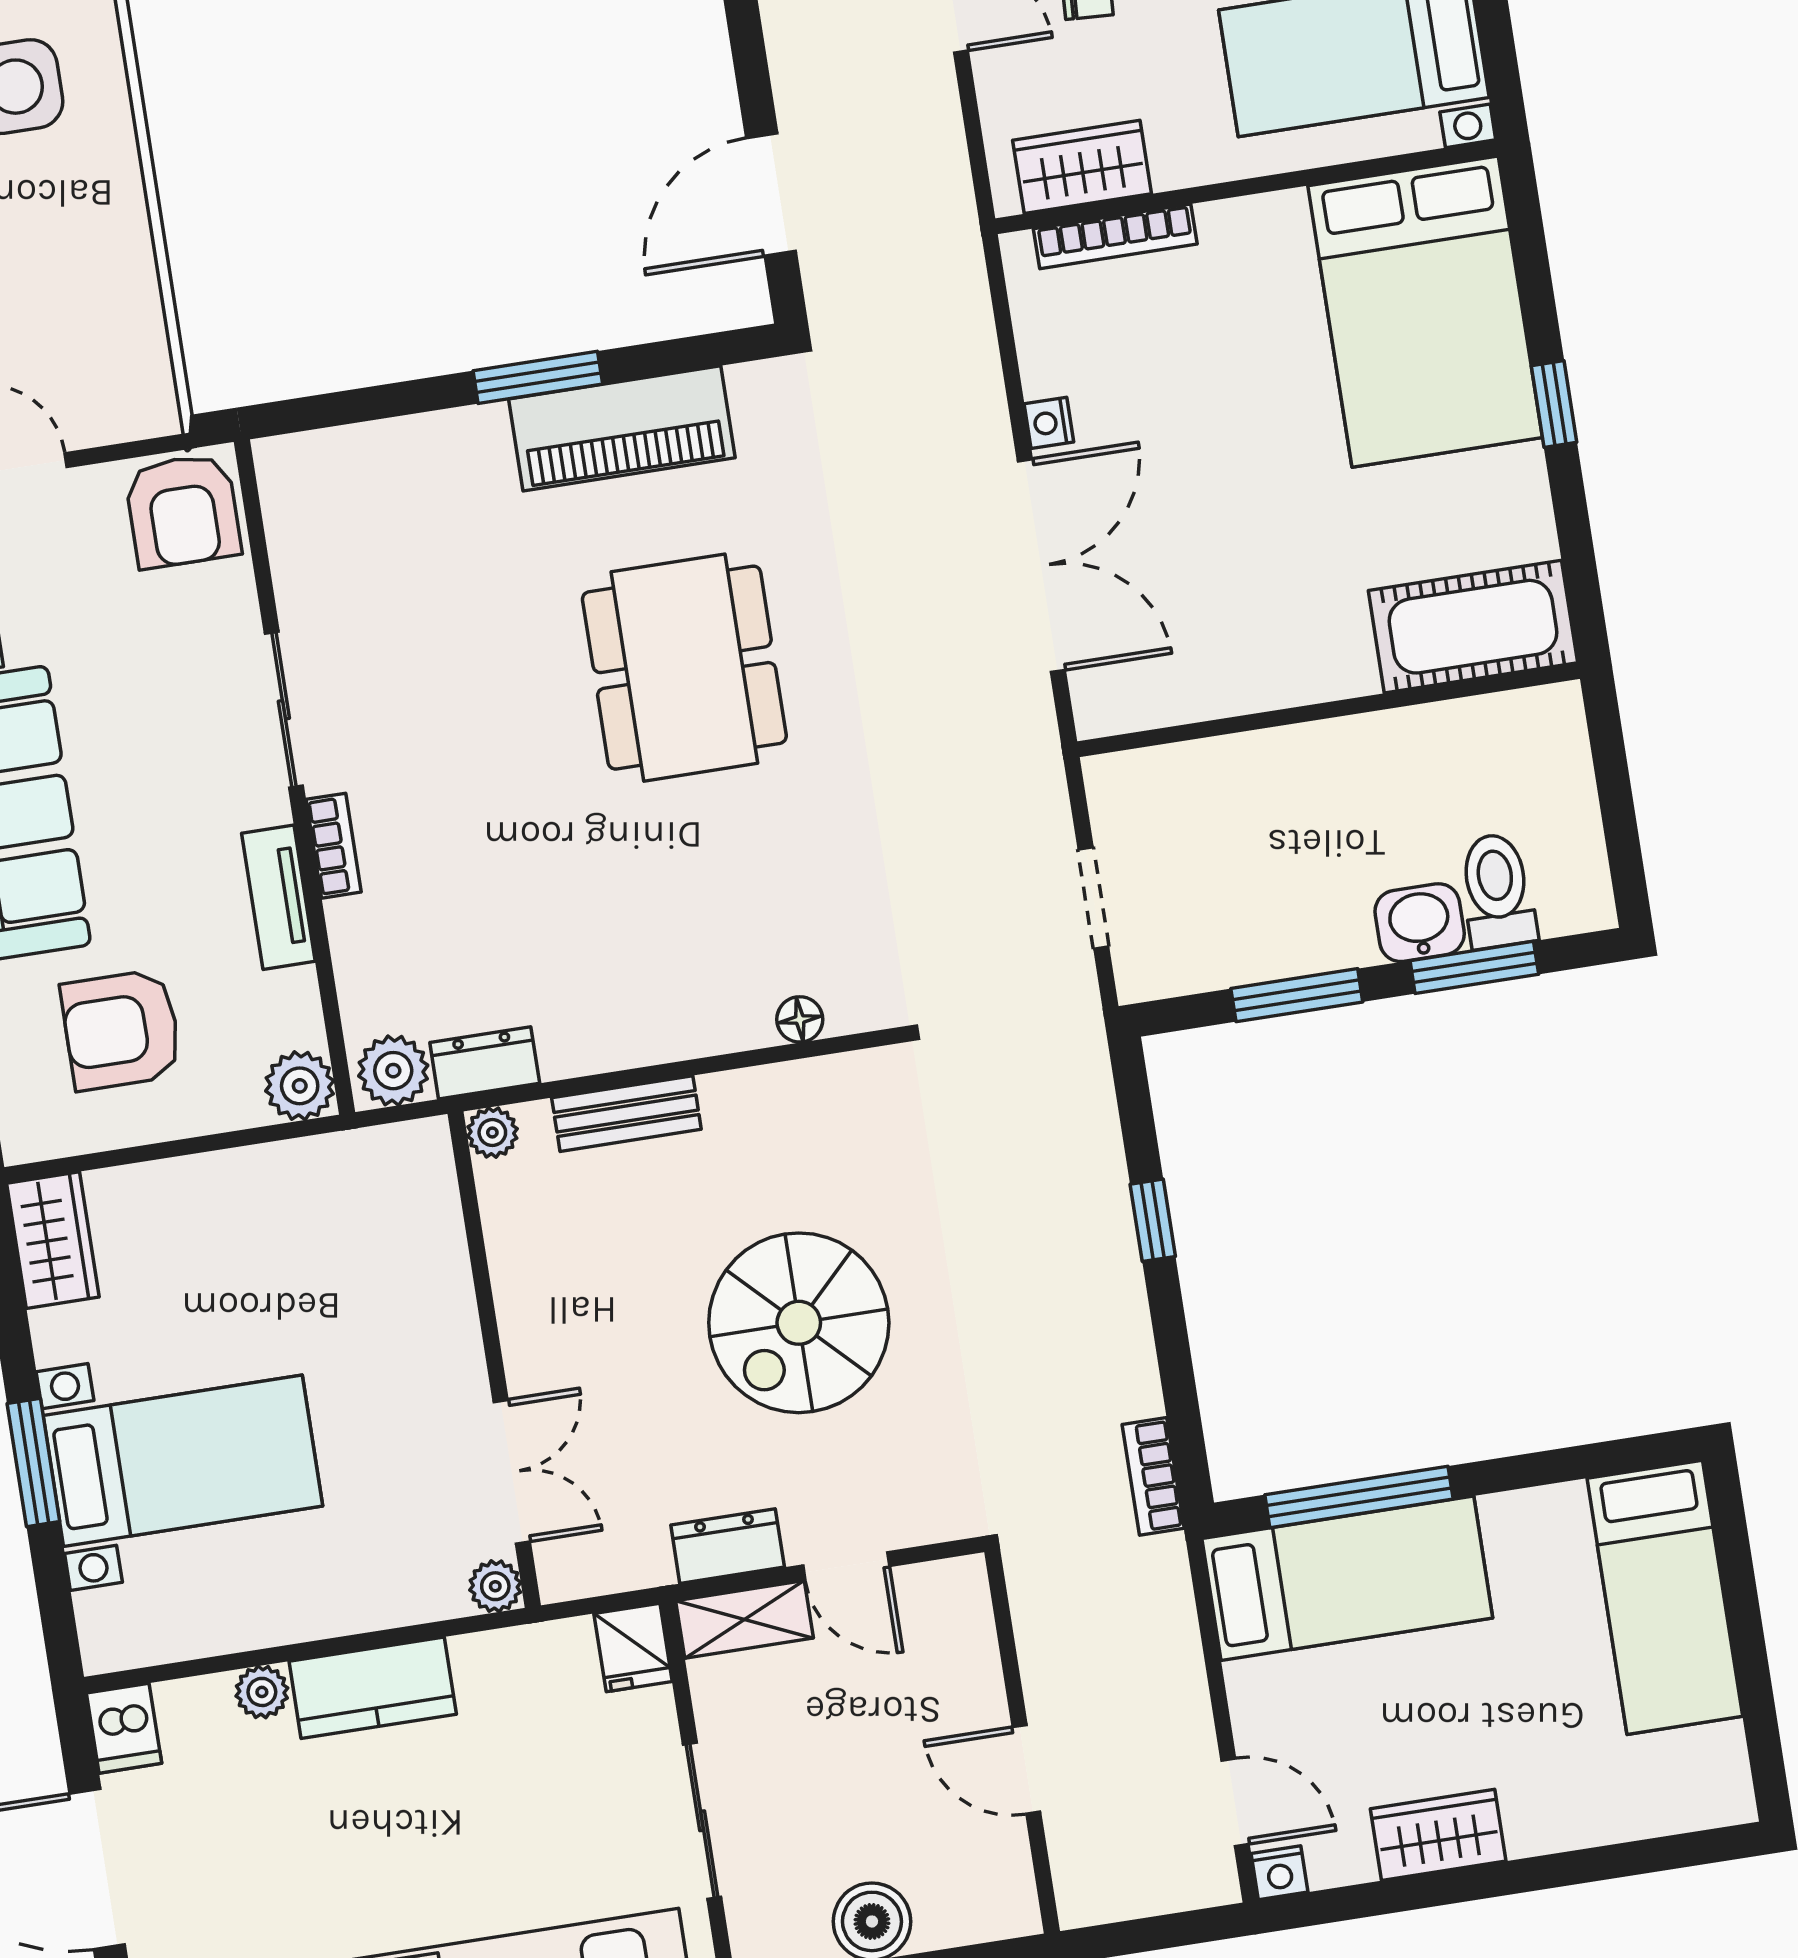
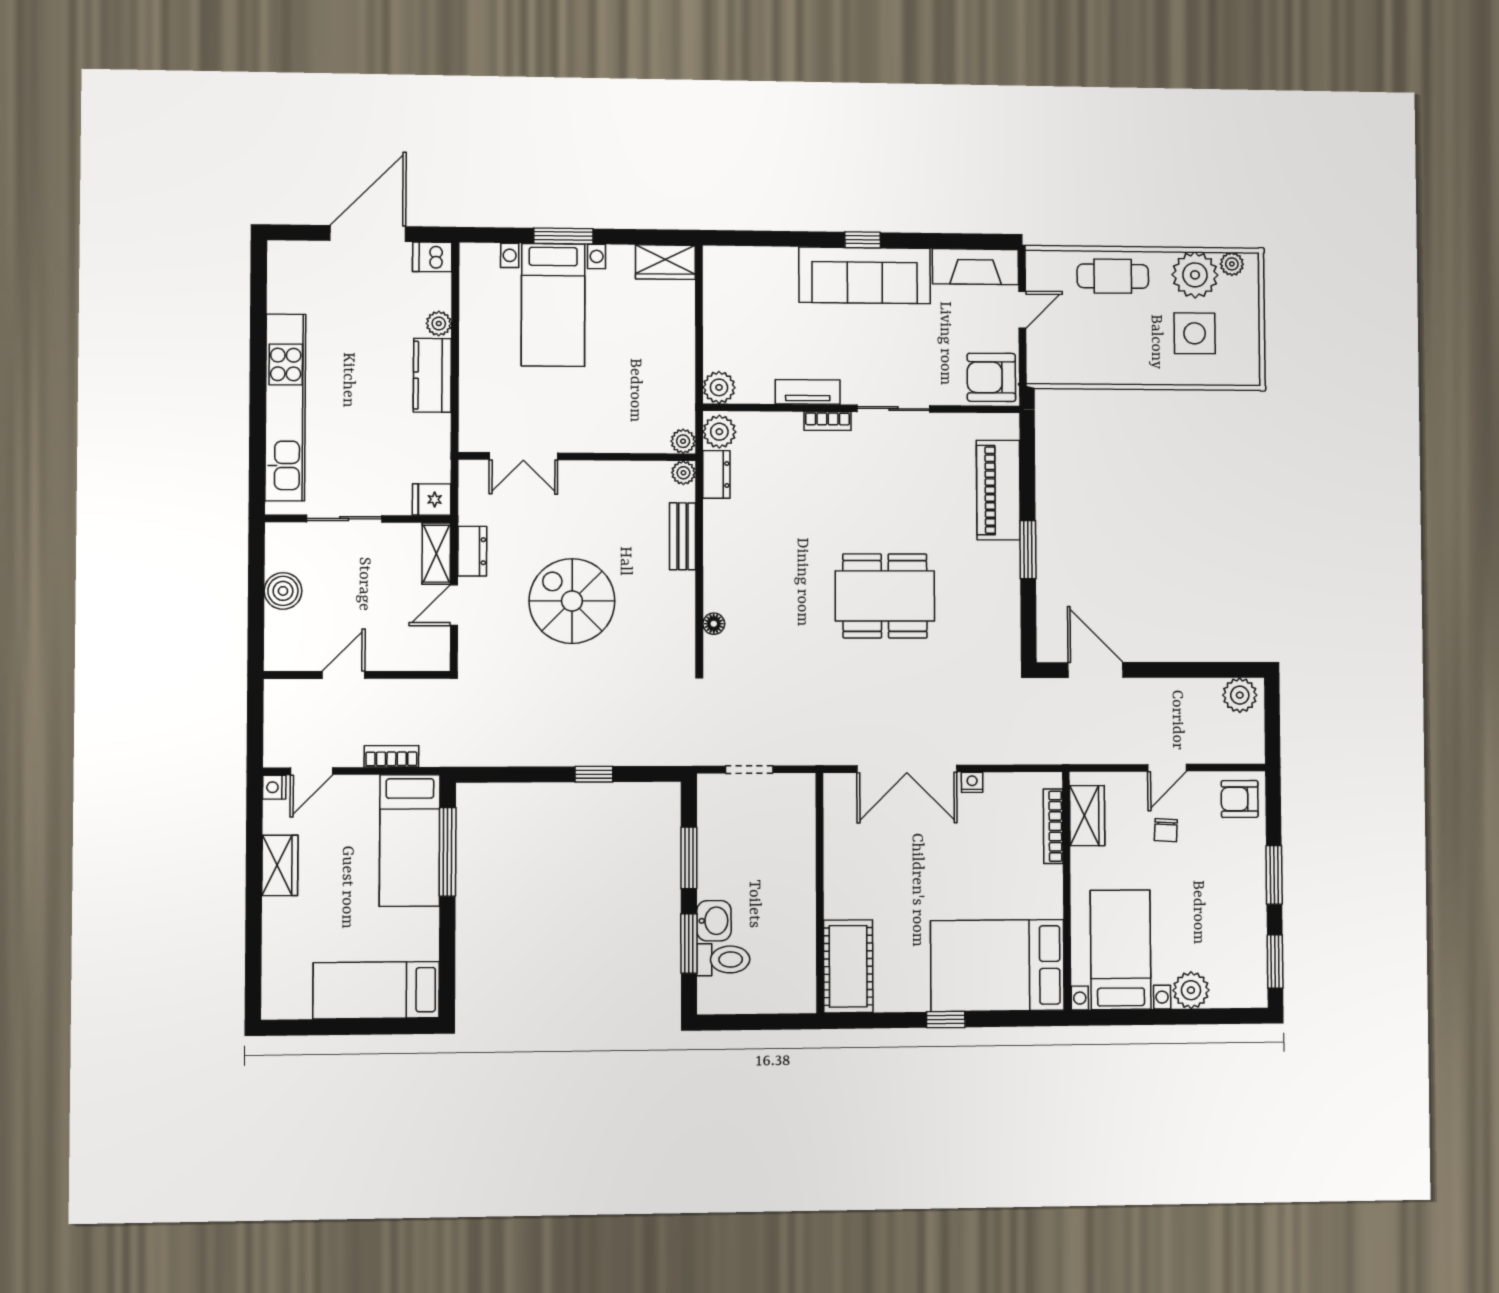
piano: (622, 428) -> (998, 490), moved
armchair: (121, 1030) -> (758, 310), removed
bookcase: (1153, 1476) -> (391, 756), moved
plant: (495, 1586) -> (683, 441), moved

